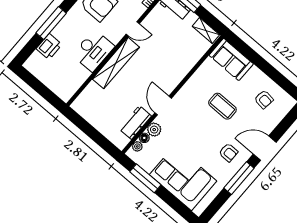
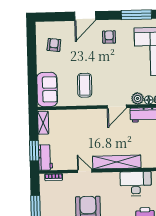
desk: (93, 51) -> (136, 184), moved
coffee table: (222, 106) -> (85, 85), moved
door: (265, 148) -> (85, 16), hinge flipped
window: (239, 178) -> (136, 15), moved

